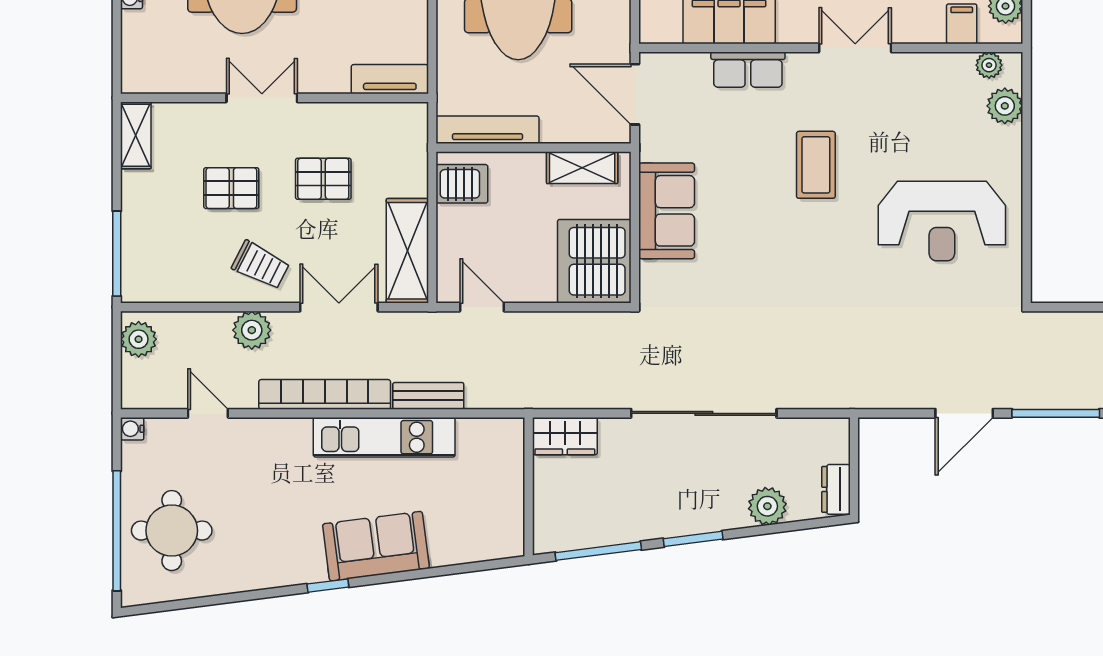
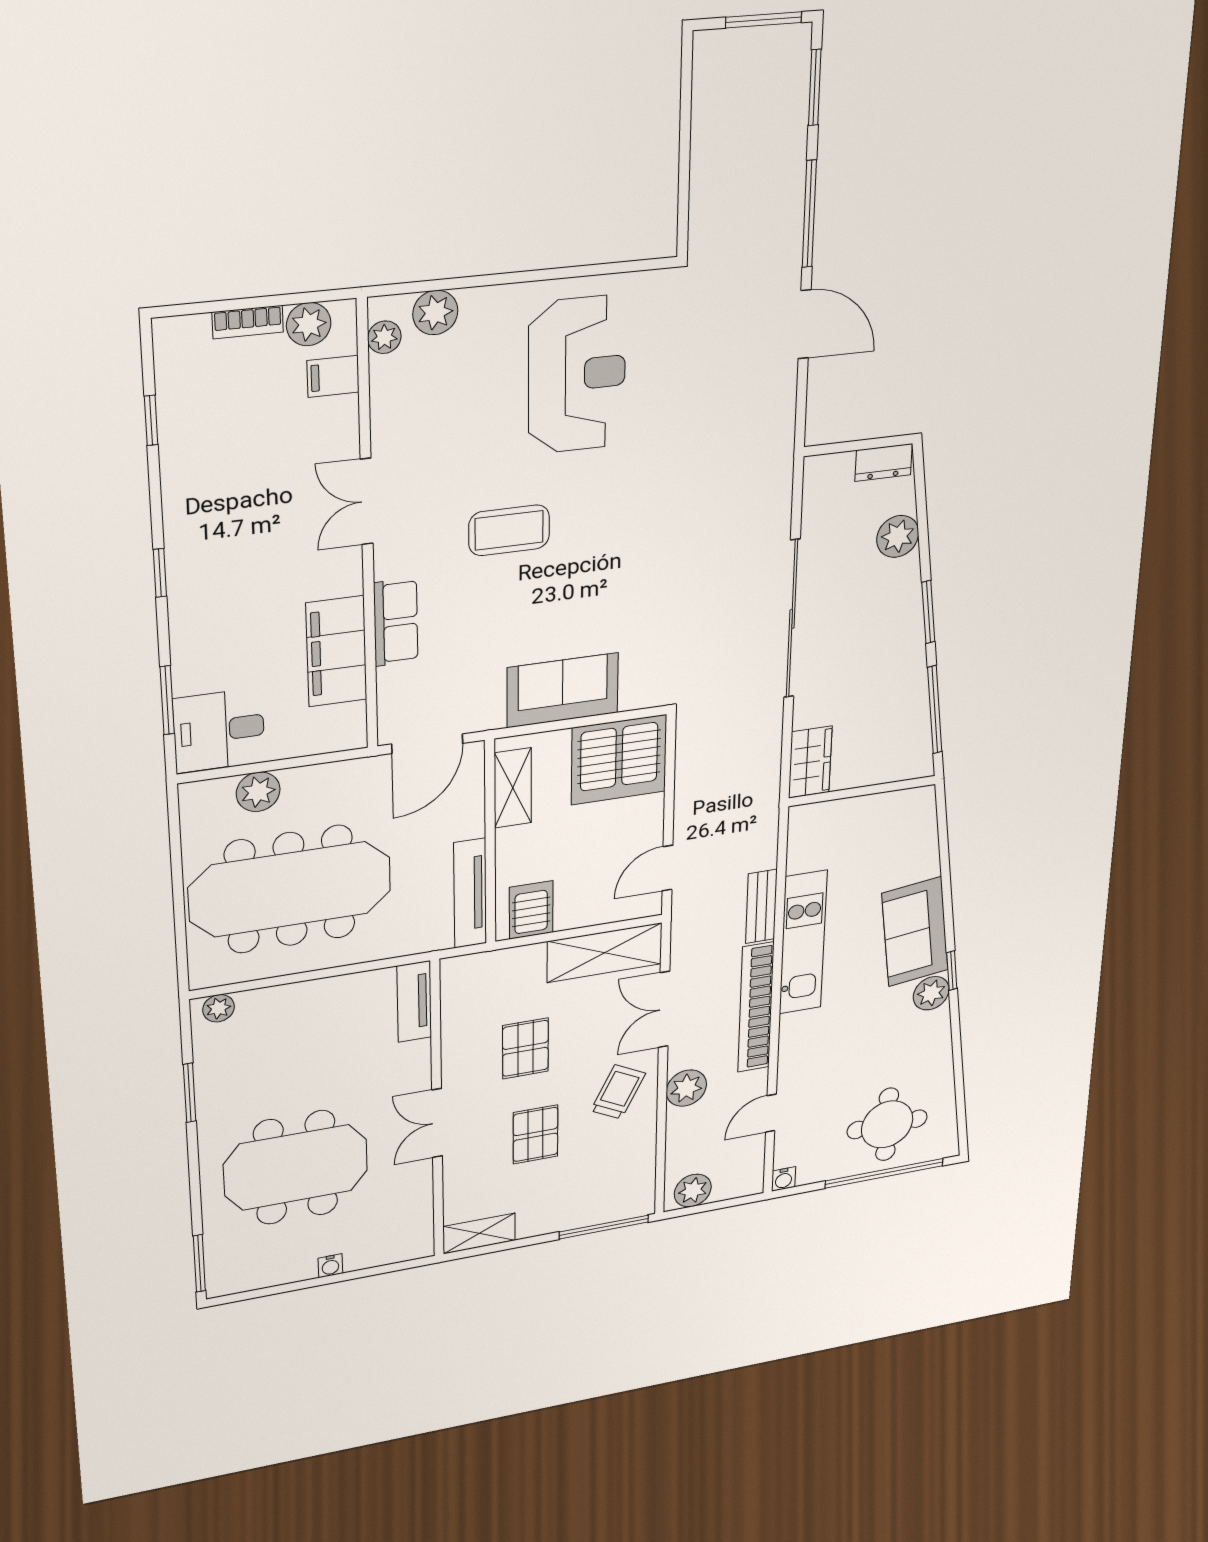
plant: (307, 566) -> (931, 993), added

